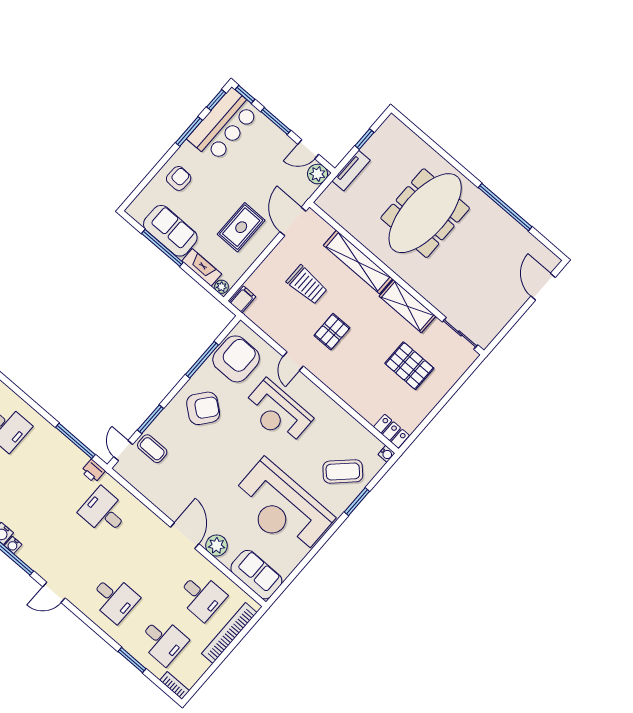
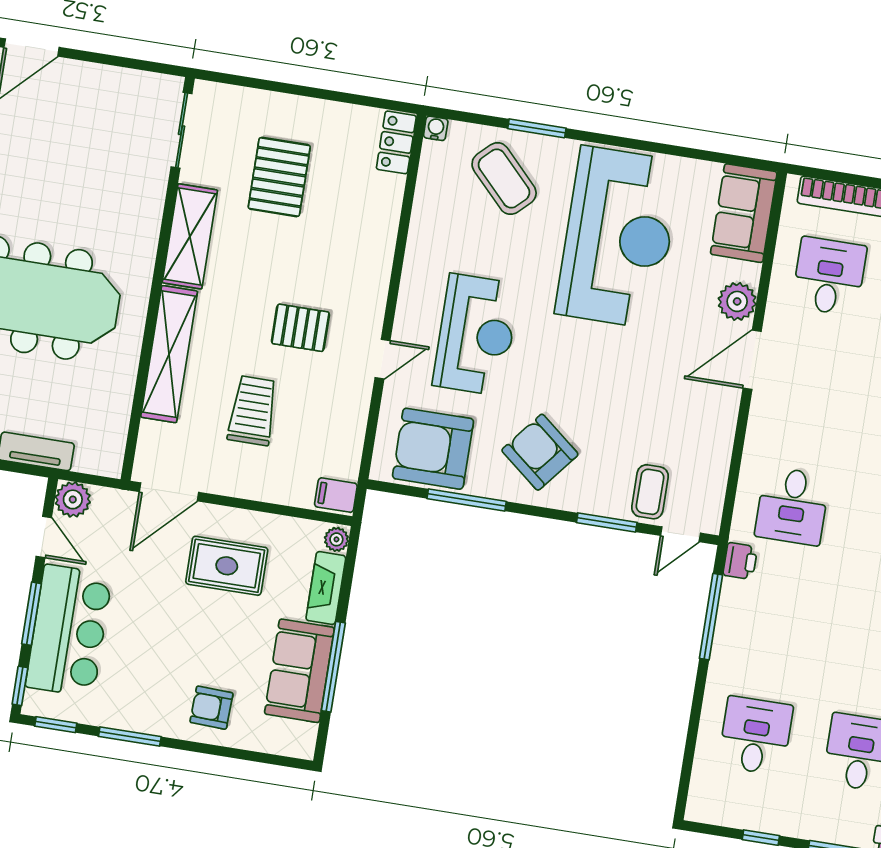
bar counter: (223, 125) -> (69, 631), moved, turned 90

